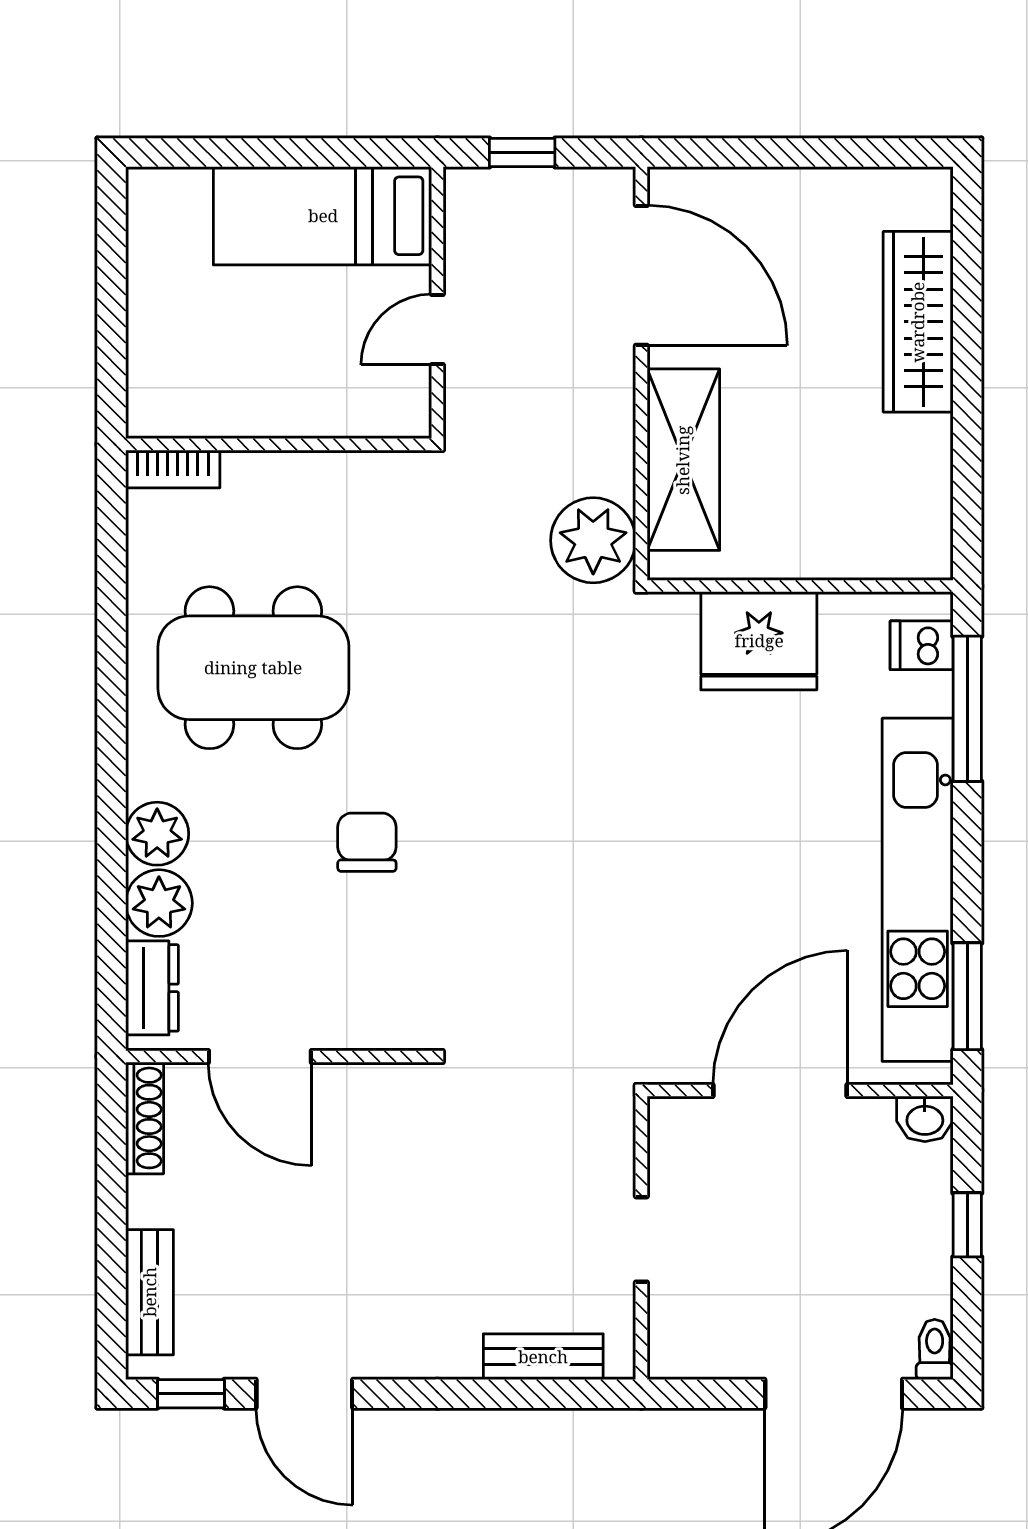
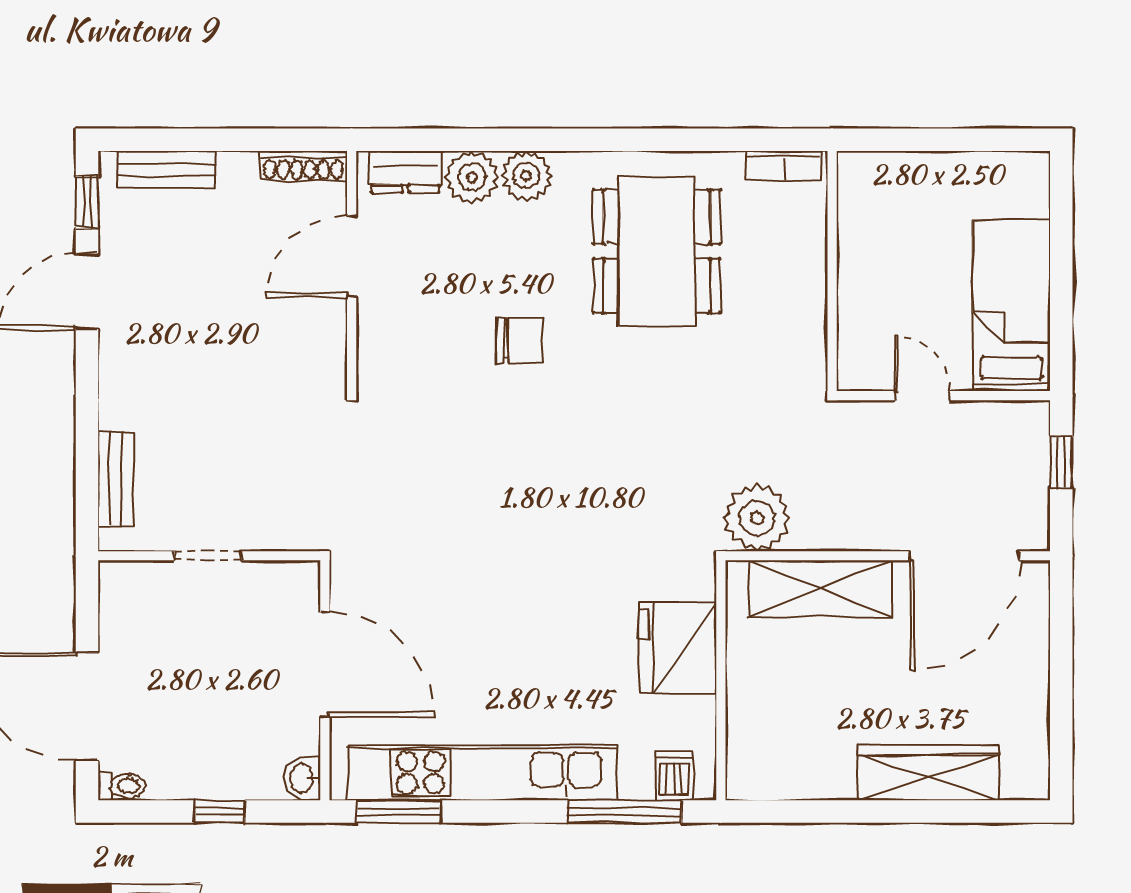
bookcase: (173, 469) -> (784, 166), moved, turned -90

